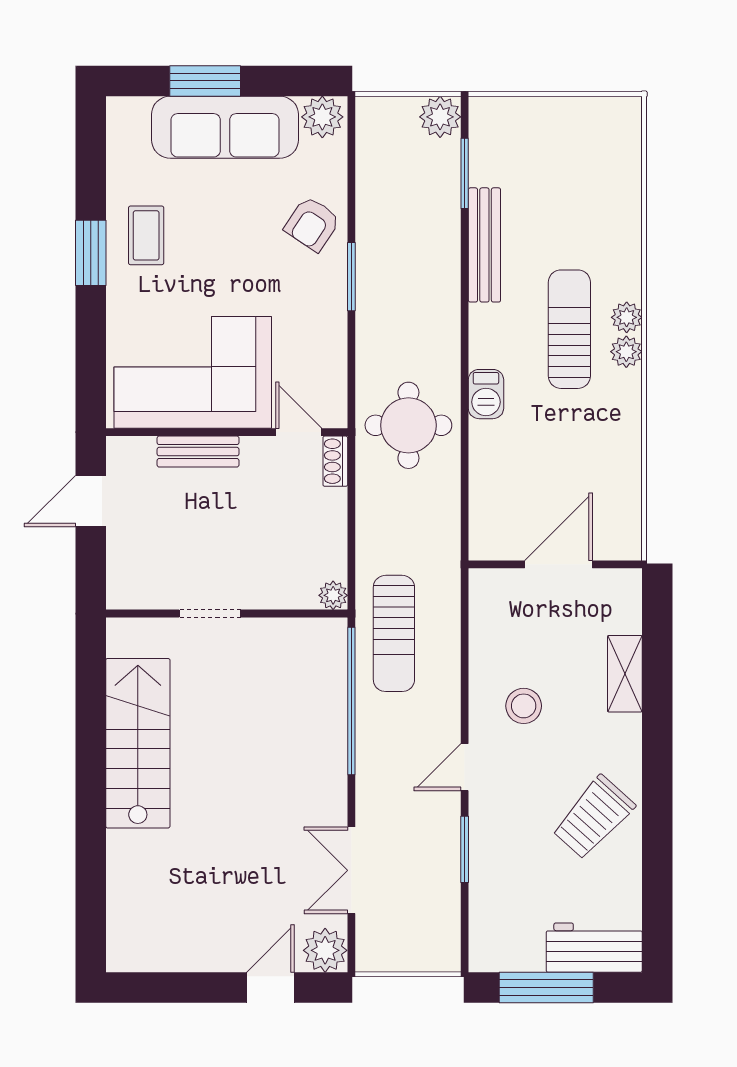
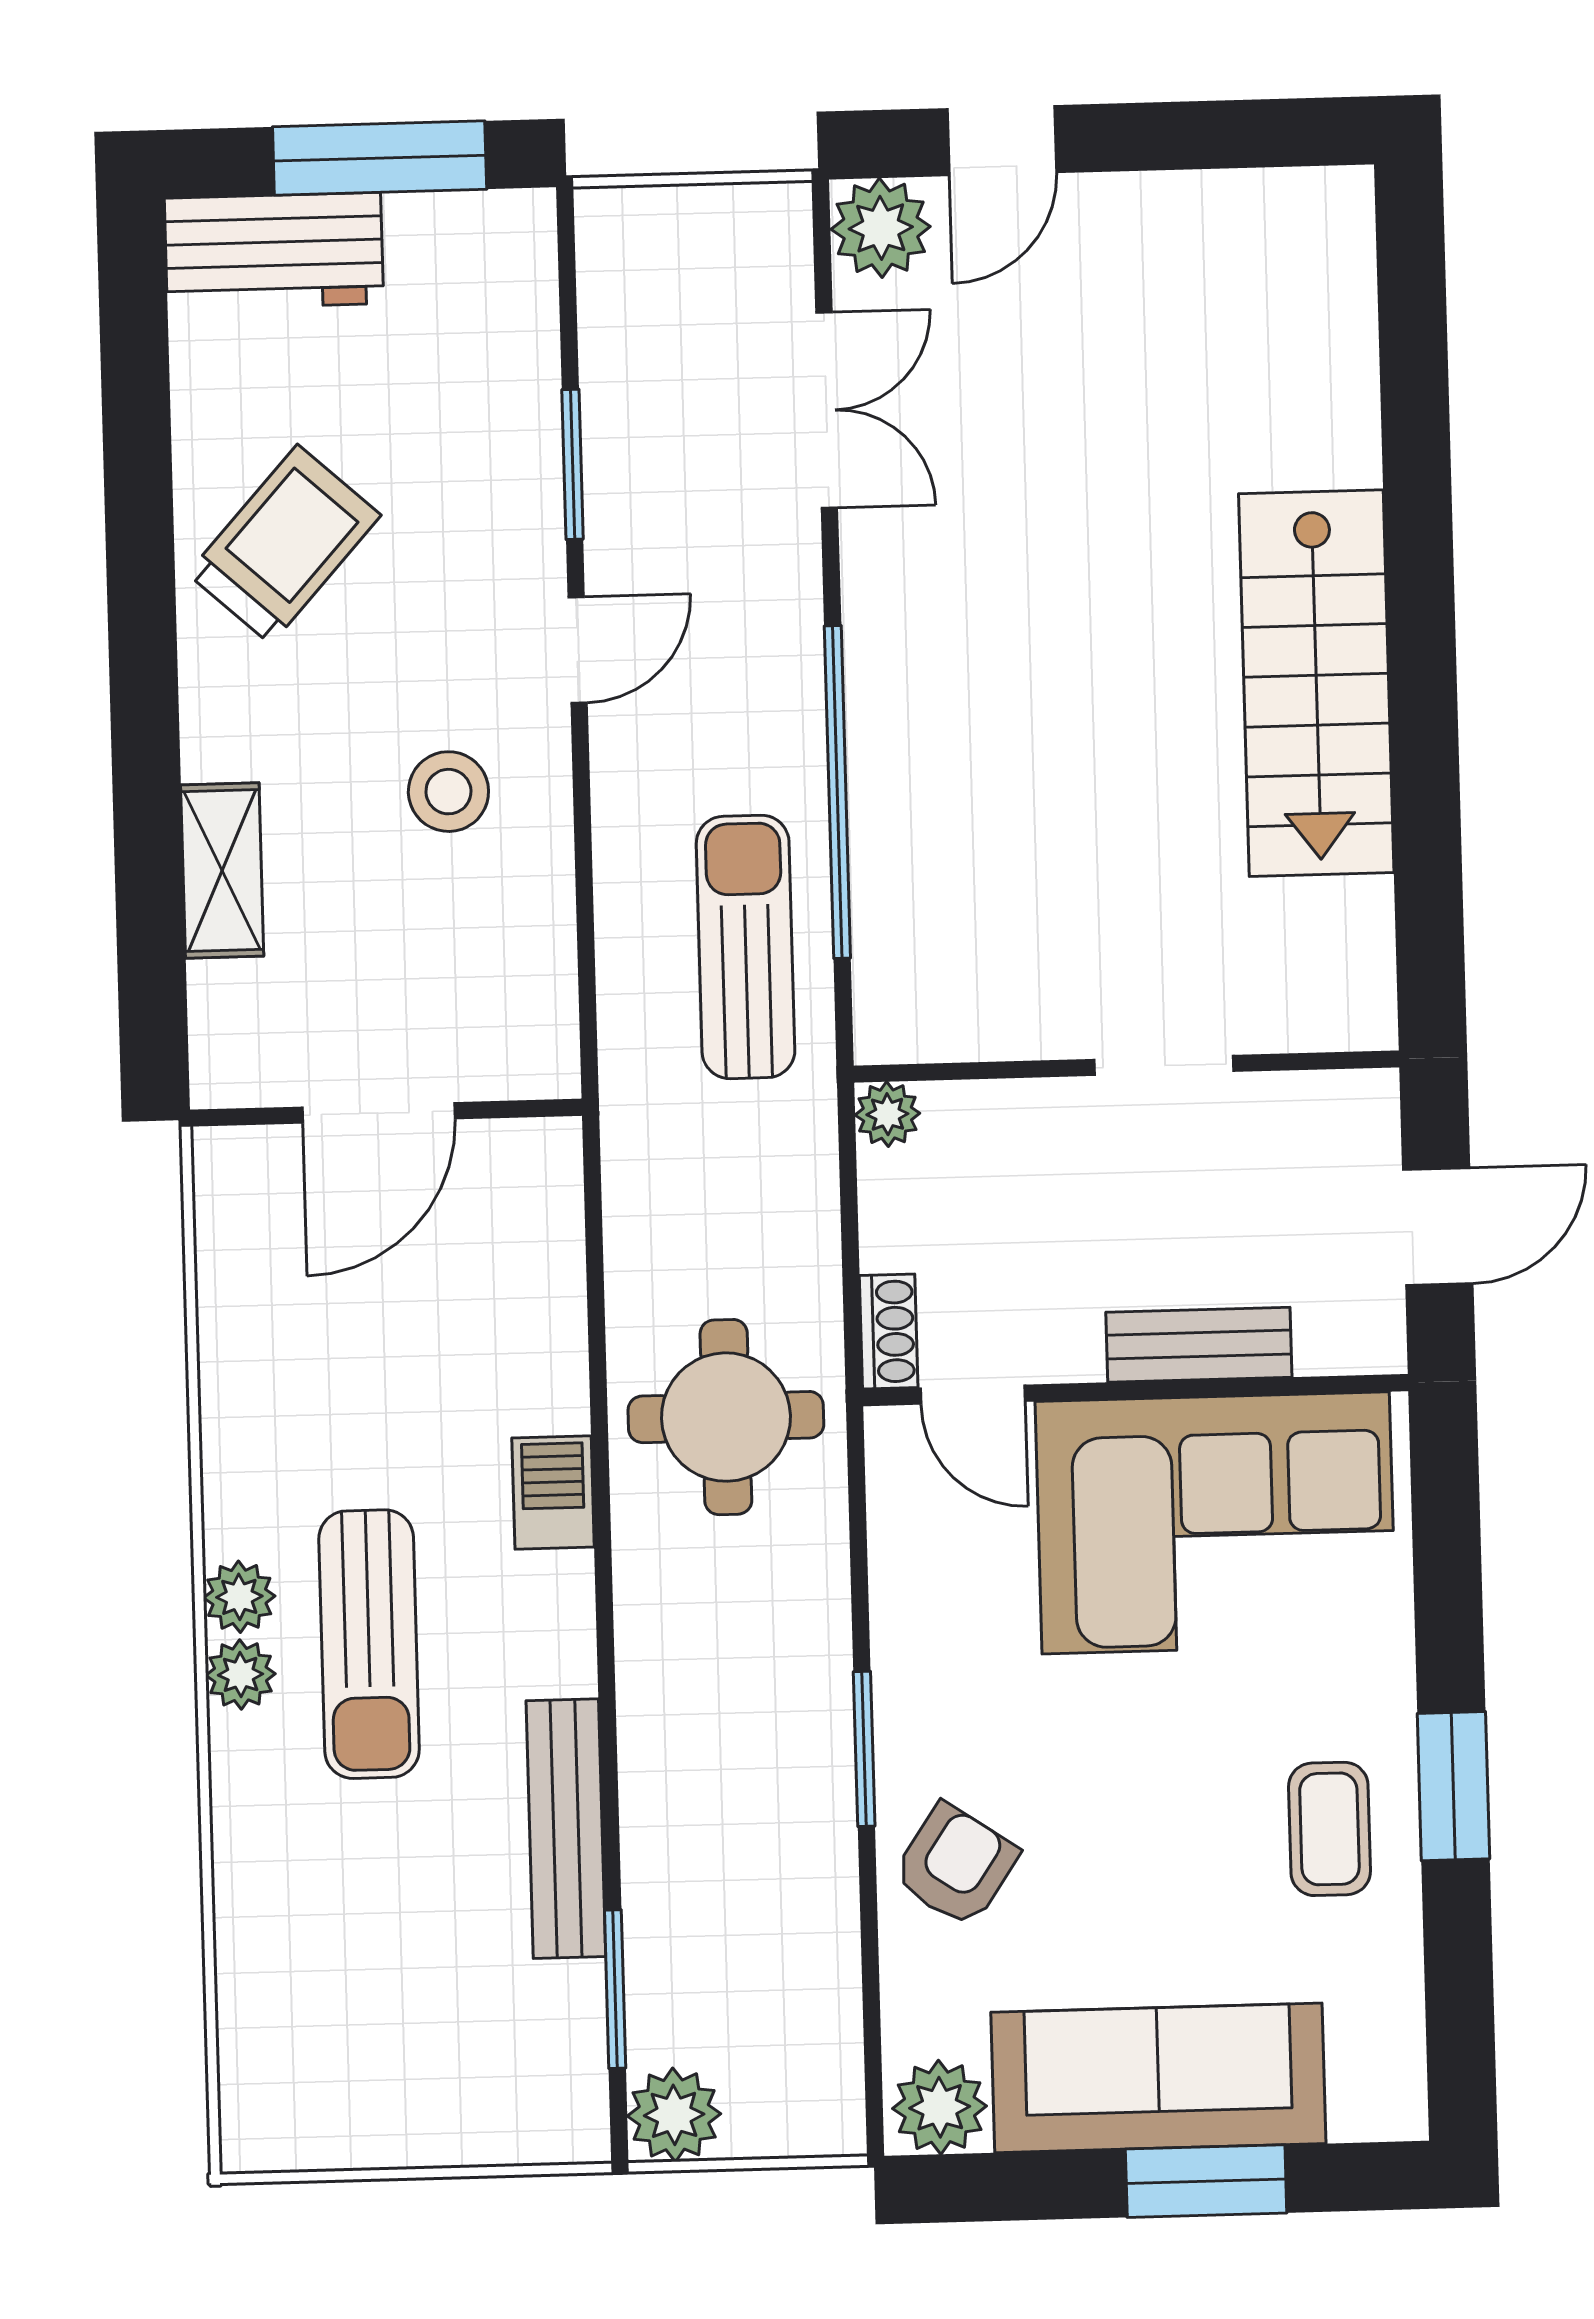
plant: (333, 595) -> (887, 1114), moved
doorway: (210, 614) -> (1164, 1065), moved
wall: (227, 614) -> (1126, 1066), moved

